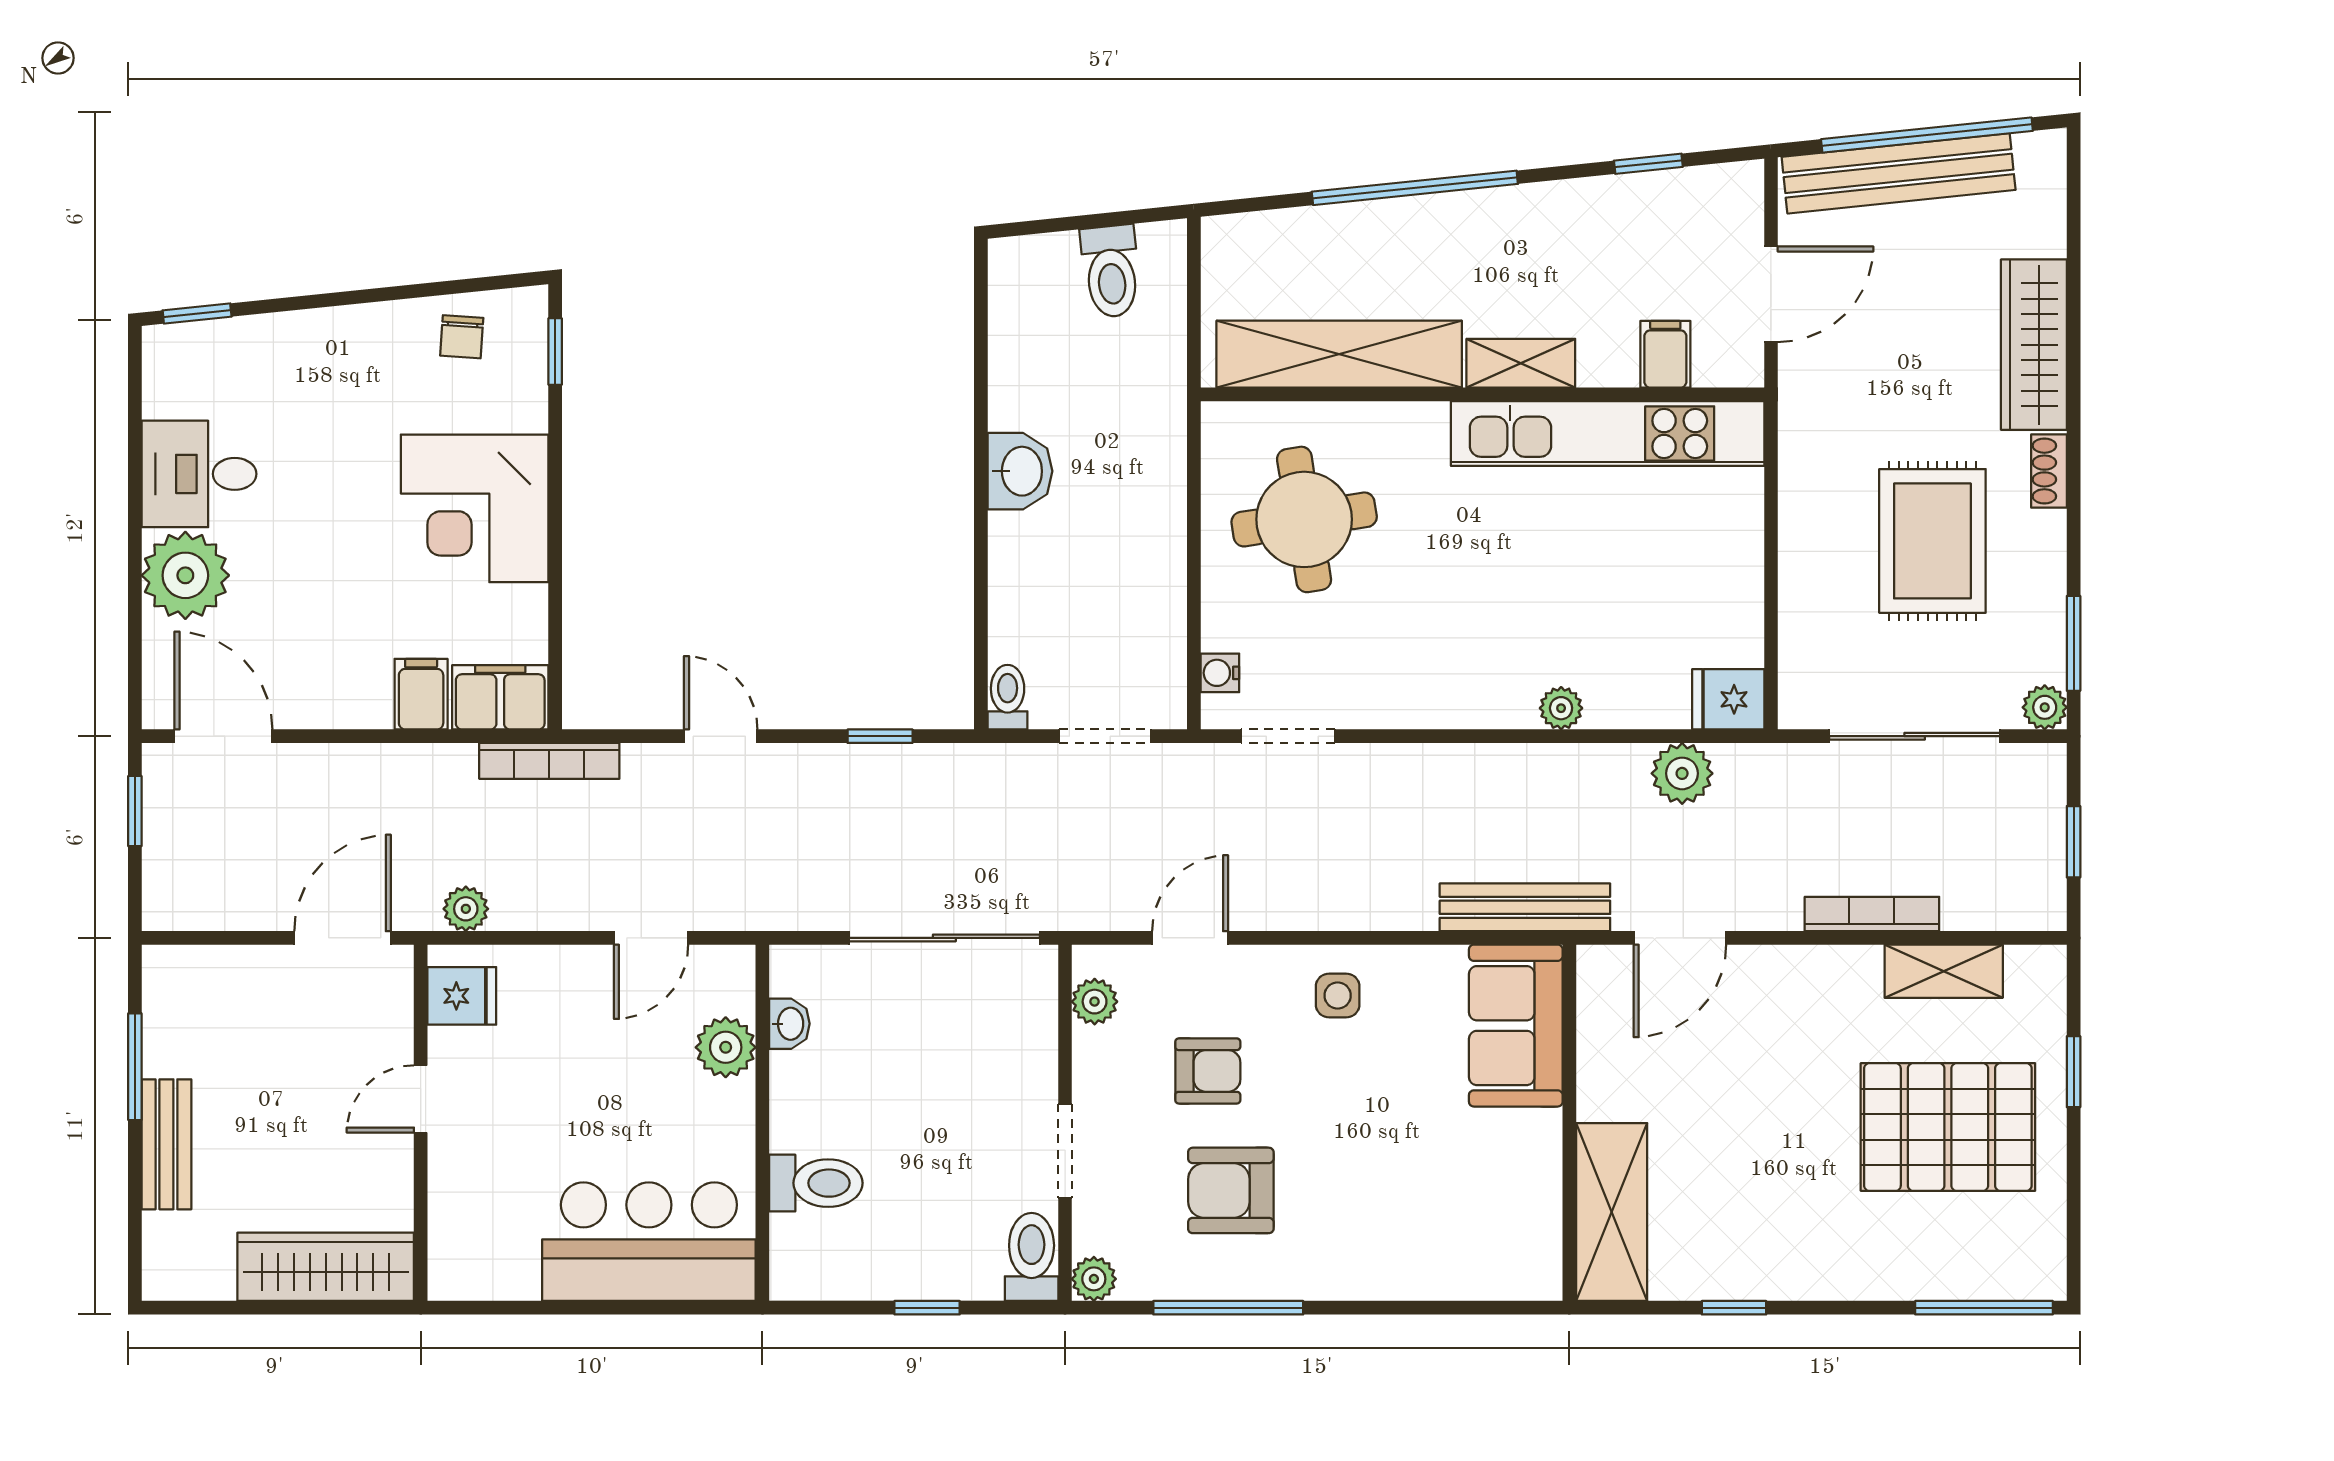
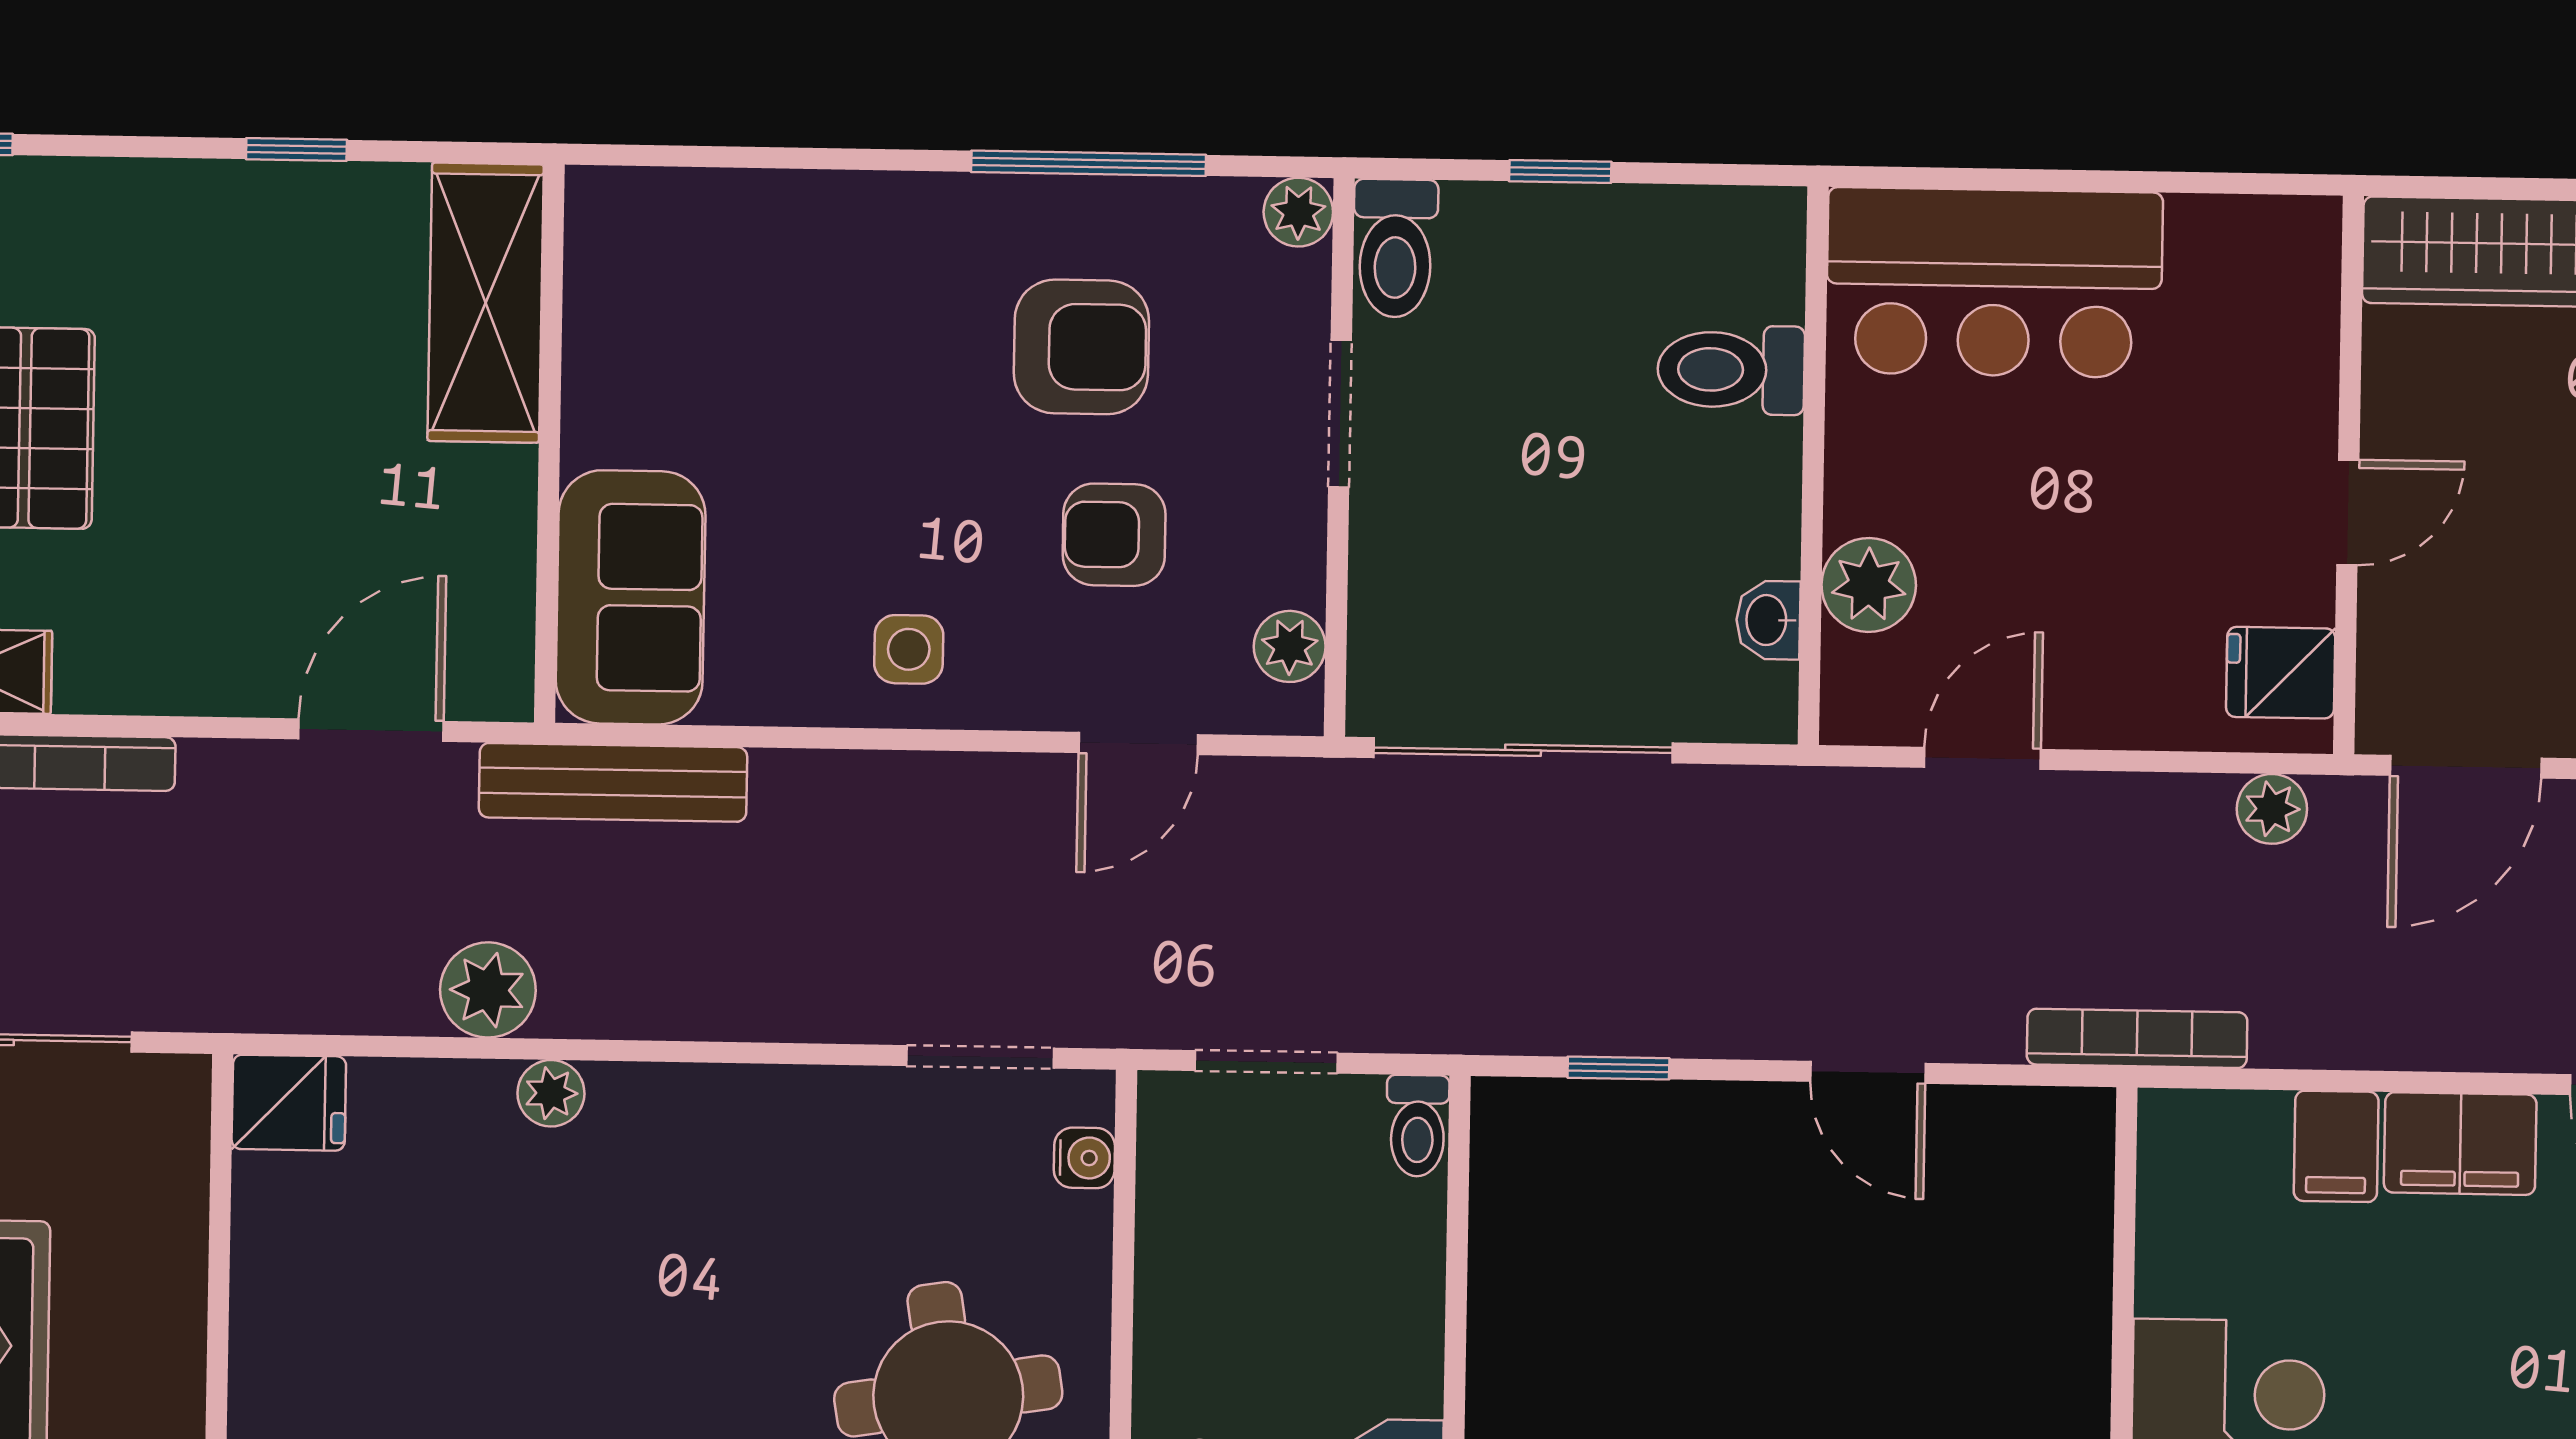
filing cabinet: (500, 697) -> (2460, 1144), moved
plant: (1682, 773) -> (488, 990), moved

